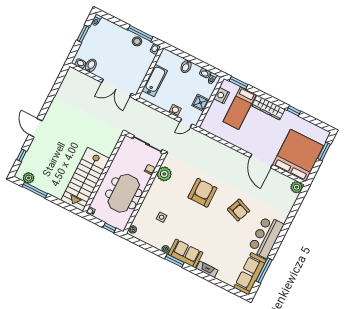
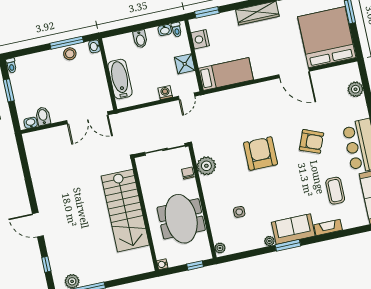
bed: (240, 108) -> (226, 74), moved, turned -90
stairs: (85, 179) -> (125, 211), moved
plant: (297, 187) -> (355, 89), moved
coffee table: (229, 251) -> (335, 191), added

